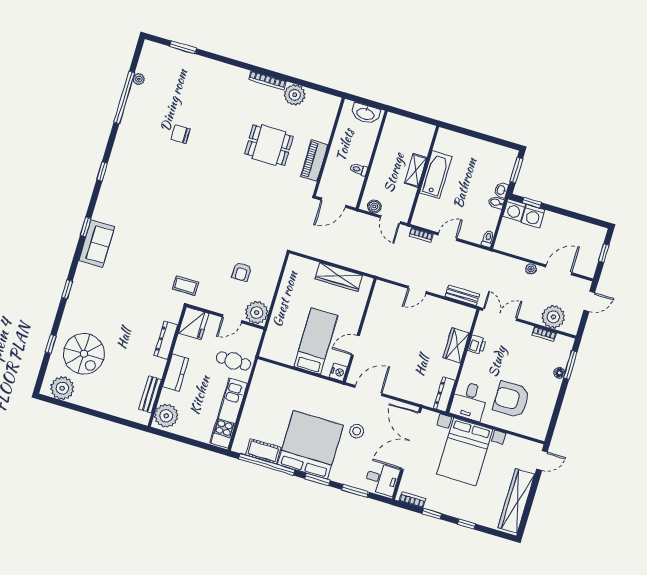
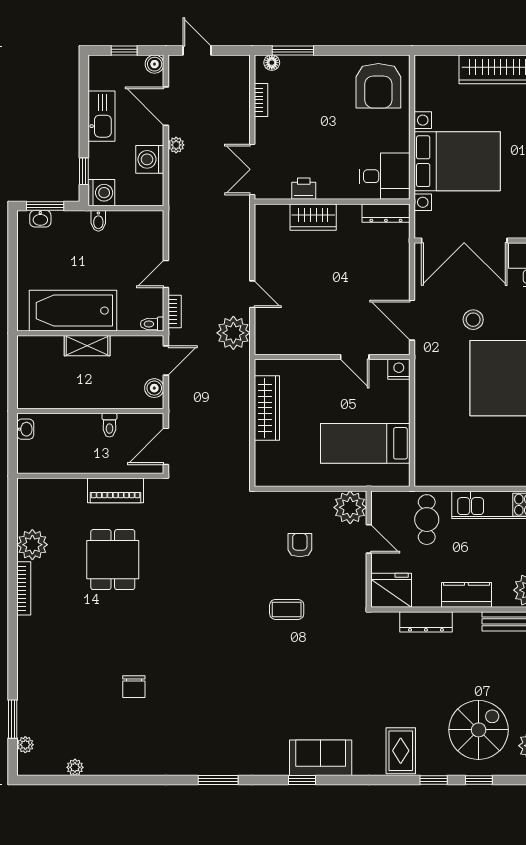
plant: (164, 51) -> (25, 745), added
window: (124, 97) -> (106, 780), removed
washbasin: (366, 114) -> (25, 429), width x0.52, depth x0.69
window: (102, 171) -> (218, 780), width x1.50
bathtub: (436, 175) -> (73, 311), width x1.36, depth x1.36
washbasin: (501, 190) -> (40, 219), moved
door: (333, 203) -> (166, 446), swing flipped
washing machine: (533, 216) -> (150, 159), moved, turned 180
kitchen sink: (565, 225) -> (102, 116), added
door: (447, 237) -> (166, 274), hinge flipped
toilet: (488, 239) -> (152, 324), moved
boiler: (589, 271) -> (155, 64), added
armchair: (242, 272) -> (300, 545), turned -90
coffee table: (185, 286) -> (287, 609), moved, turned 90
window: (67, 289) -> (434, 780), moved
bench: (462, 295) -> (241, 229), removed
rug: (85, 298) -> (401, 751), added
plant: (553, 317) -> (233, 333), moved
bed: (316, 341) -> (365, 443), moved
floor lamp: (559, 373) -> (272, 63), moved
armchair: (511, 399) -> (378, 86), moved
door: (542, 461) -> (437, 51), removed

